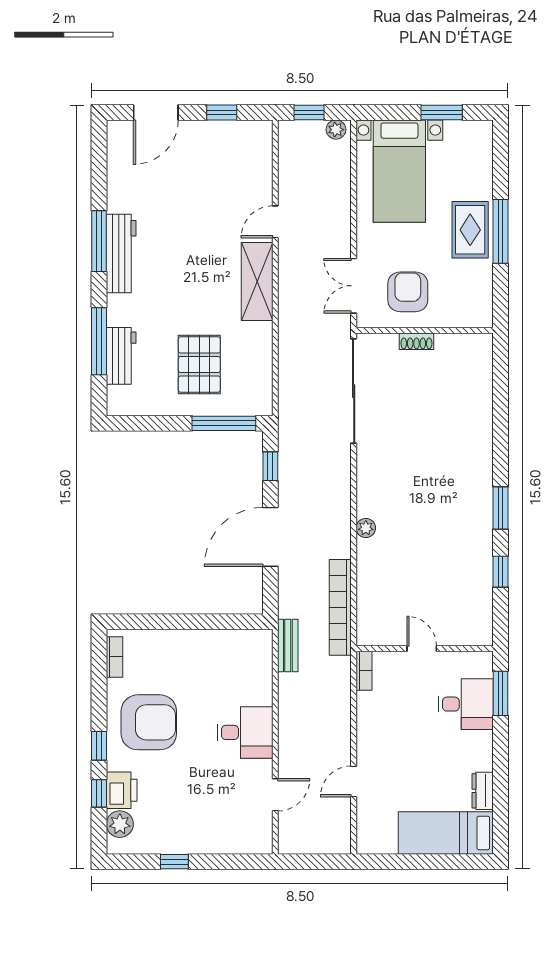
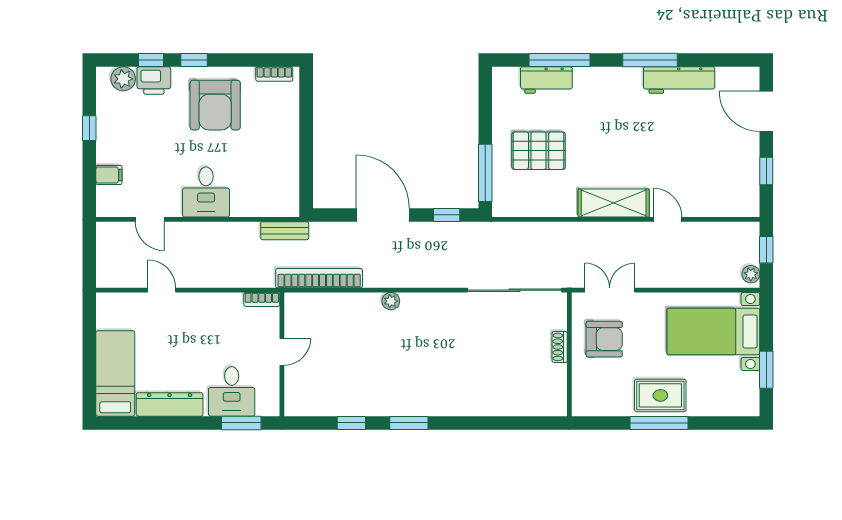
workbench: (121, 254) -> (679, 80), moved
dresser: (483, 791) -> (170, 404), width x1.96, depth x1.24
filing cabinet: (226, 840) -> (109, 175), added

